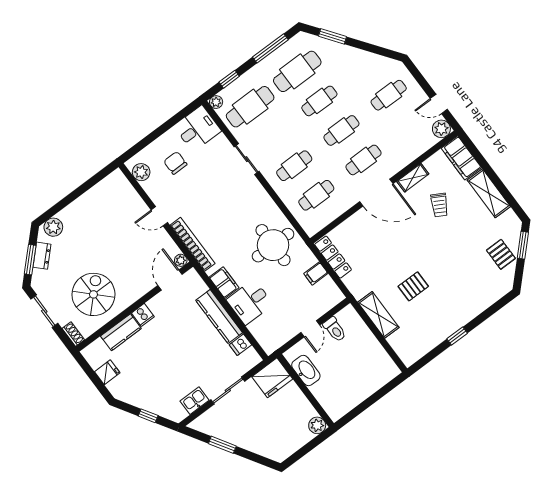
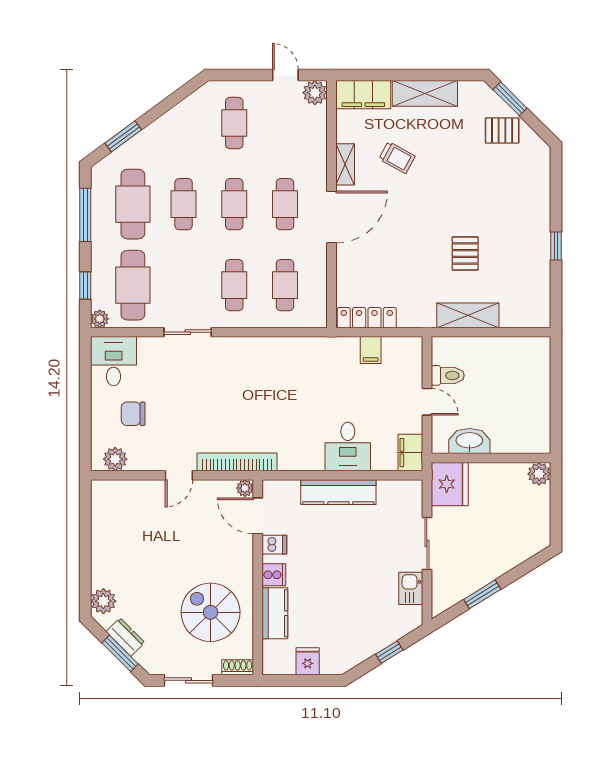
door: (439, 104) -> (285, 75), swing flipped
round table: (273, 245) -> (304, 374), removed
filing cabinet: (224, 283) -> (410, 453), moved, turned -90
dishwasher: (240, 345) -> (274, 545), moved, turned -90

